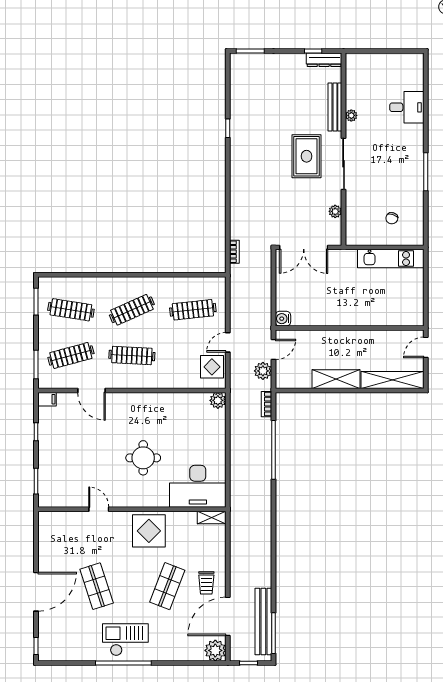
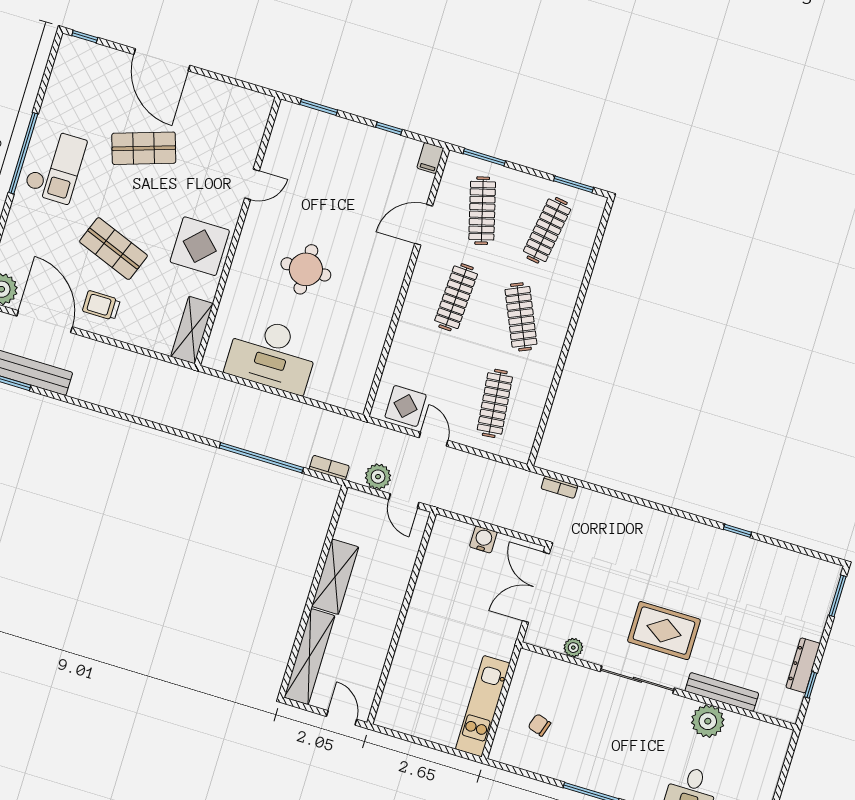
dresser: (324, 60) -> (803, 665), moved
plant: (351, 115) -> (708, 721), width x1.88, depth x1.88
water cooler: (283, 319) -> (483, 539), moved
plant: (218, 400) -> (355, 400), removed
desk: (198, 486) -> (272, 355), moved, turned -90
shelving: (212, 517) -> (192, 330), width x1.50, depth x1.33

